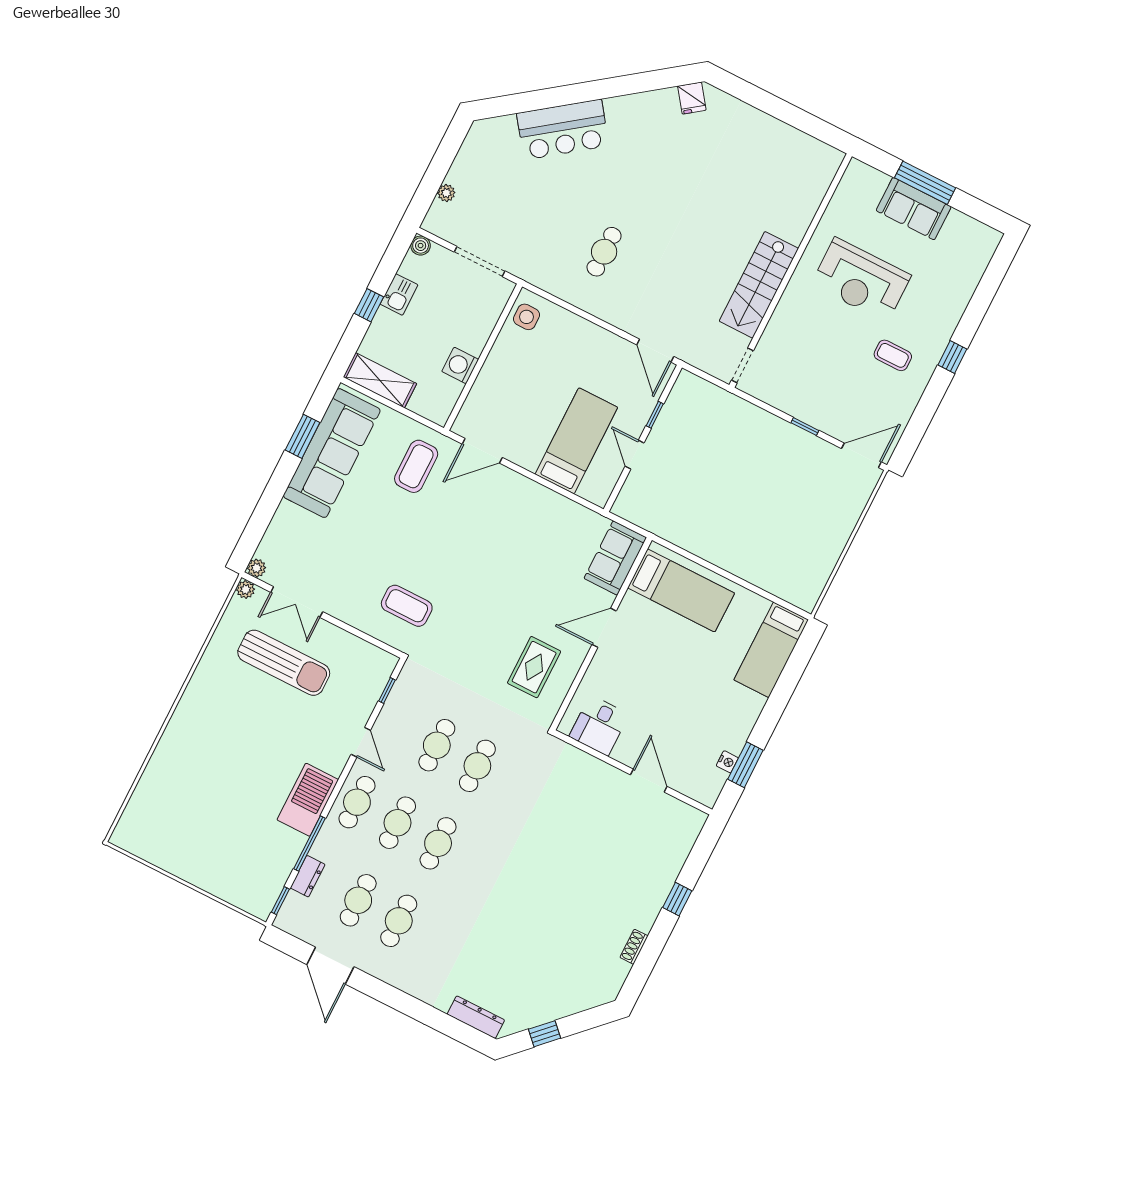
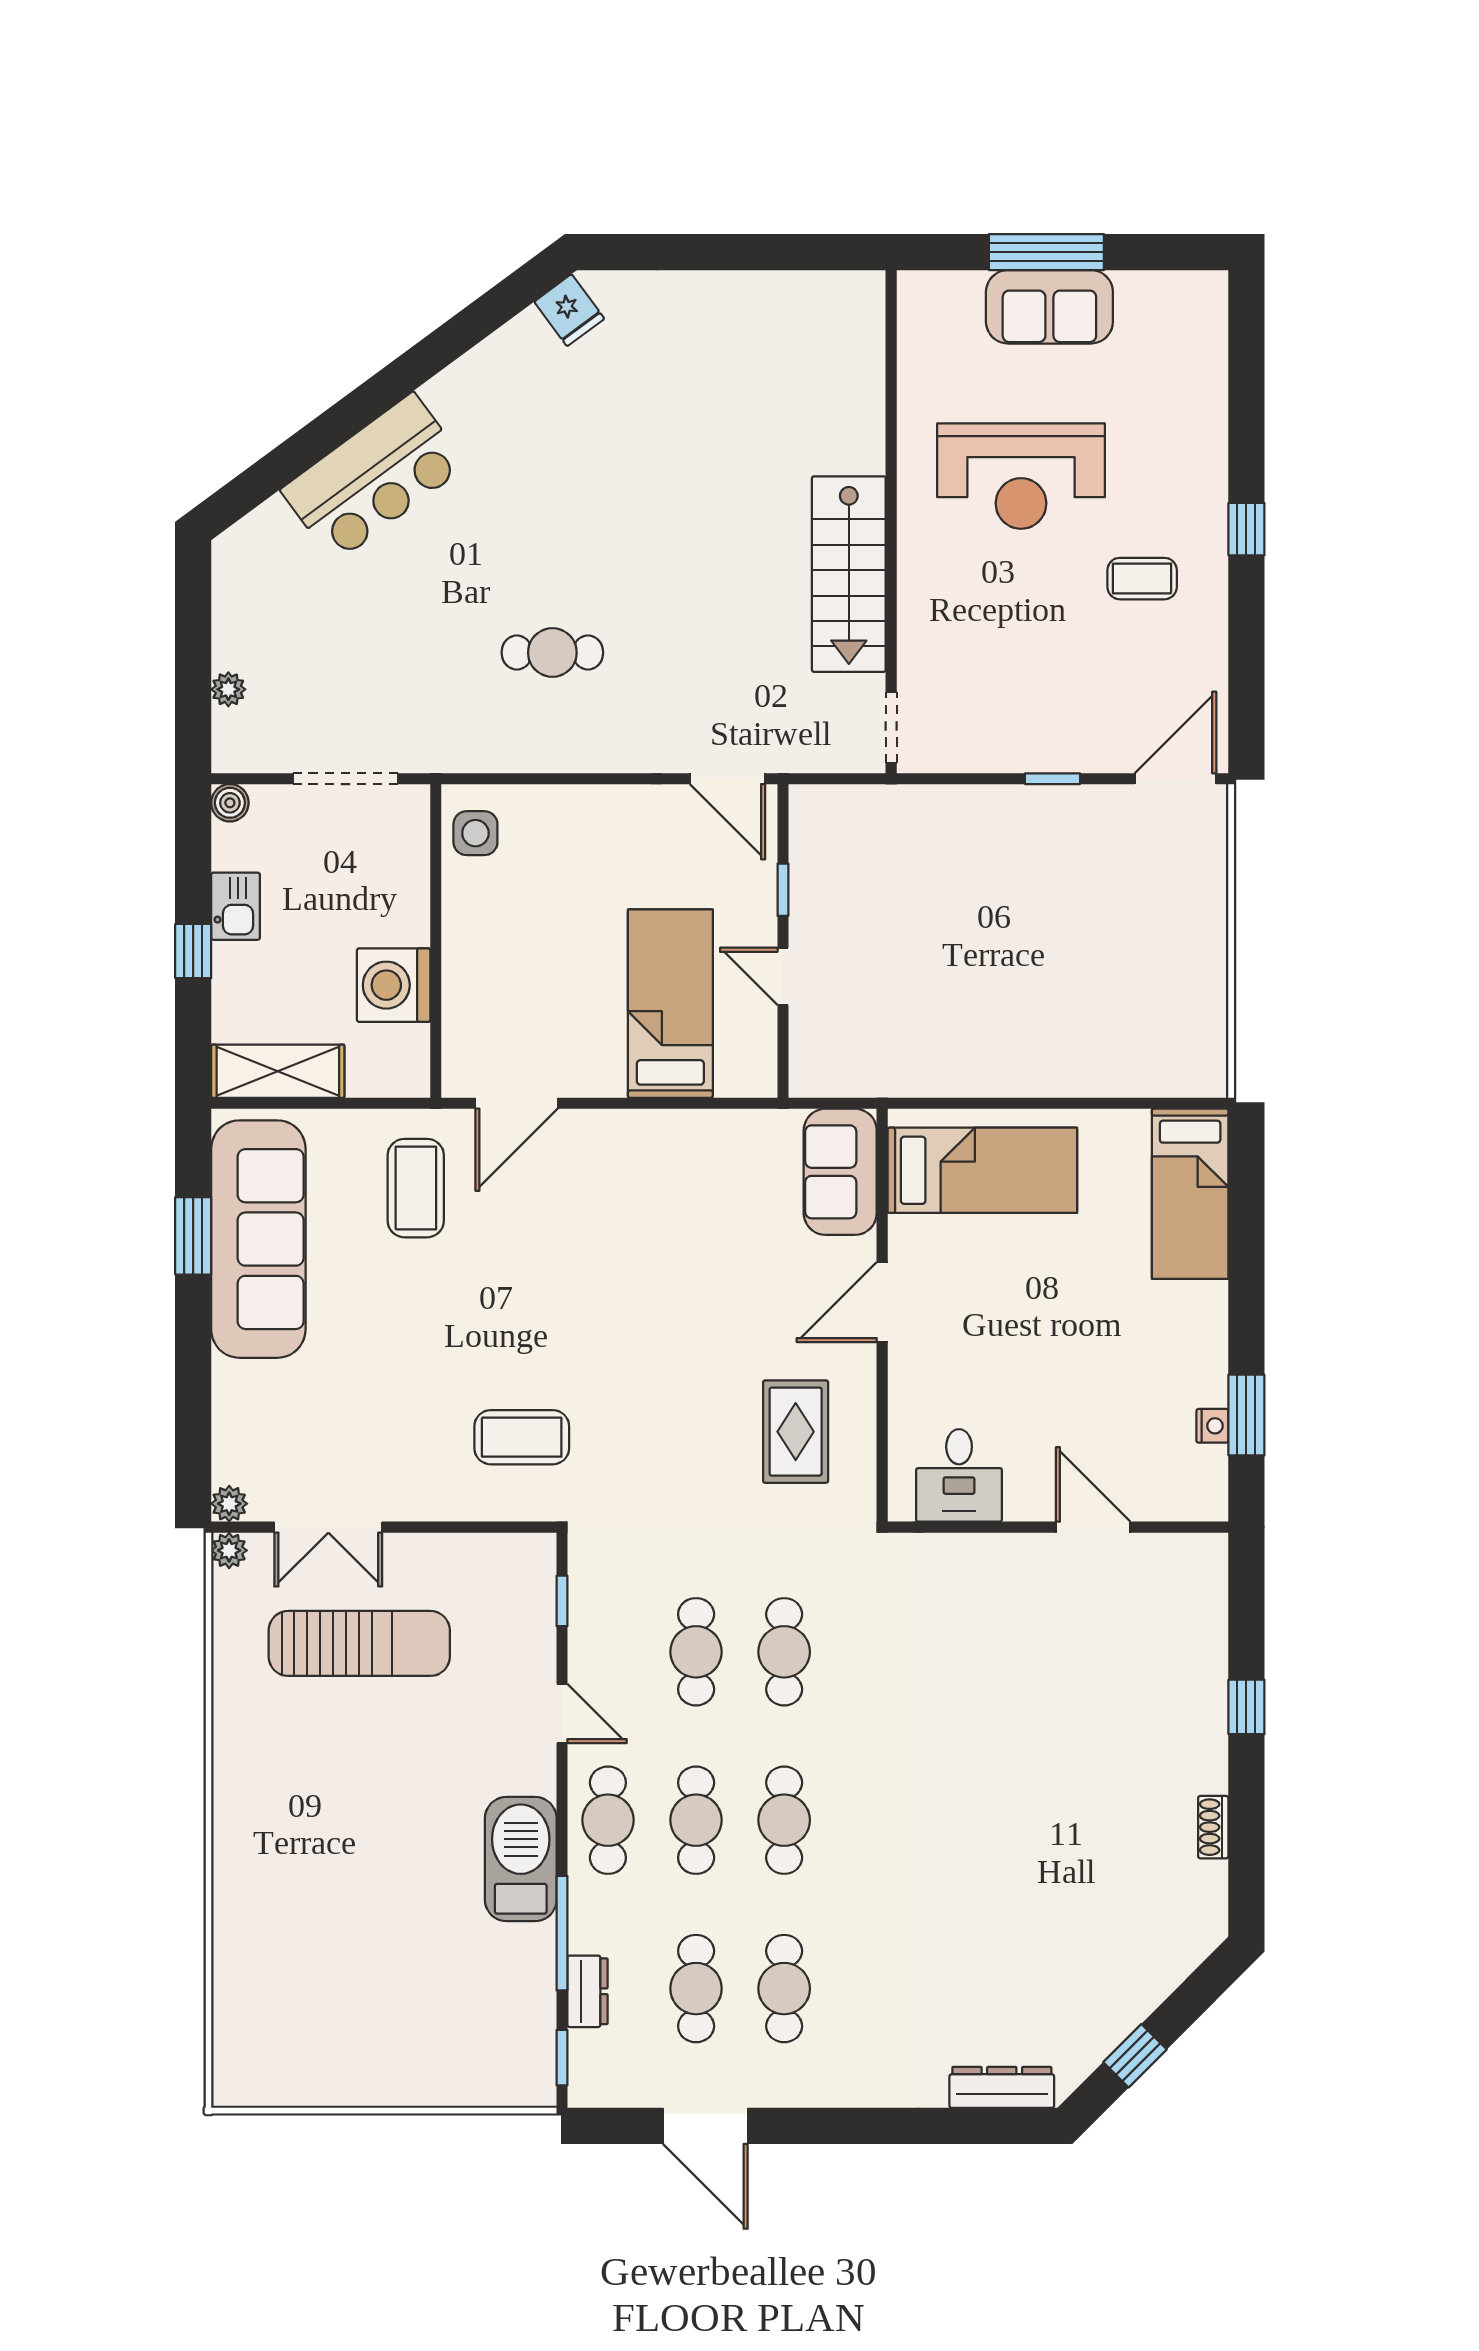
cafe table: (604, 252) -> (552, 653), turned 90
washing machine: (460, 365) -> (394, 985), width x1.37, depth x1.37

